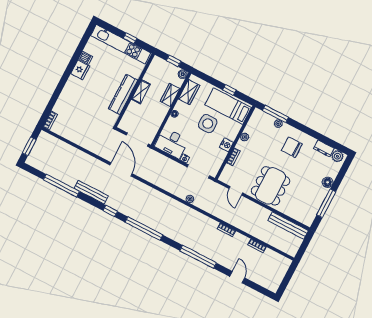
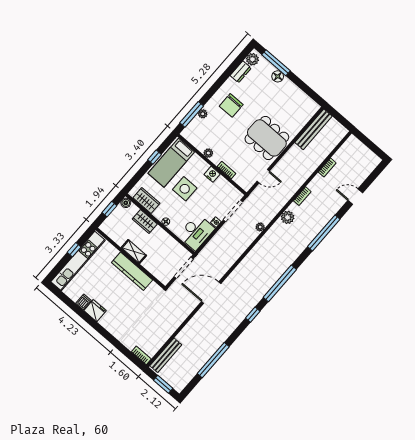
bench: (91, 192) -> (166, 355), moved
window: (326, 203) -> (276, 63), moved
plant: (204, 221) -> (288, 217), added

